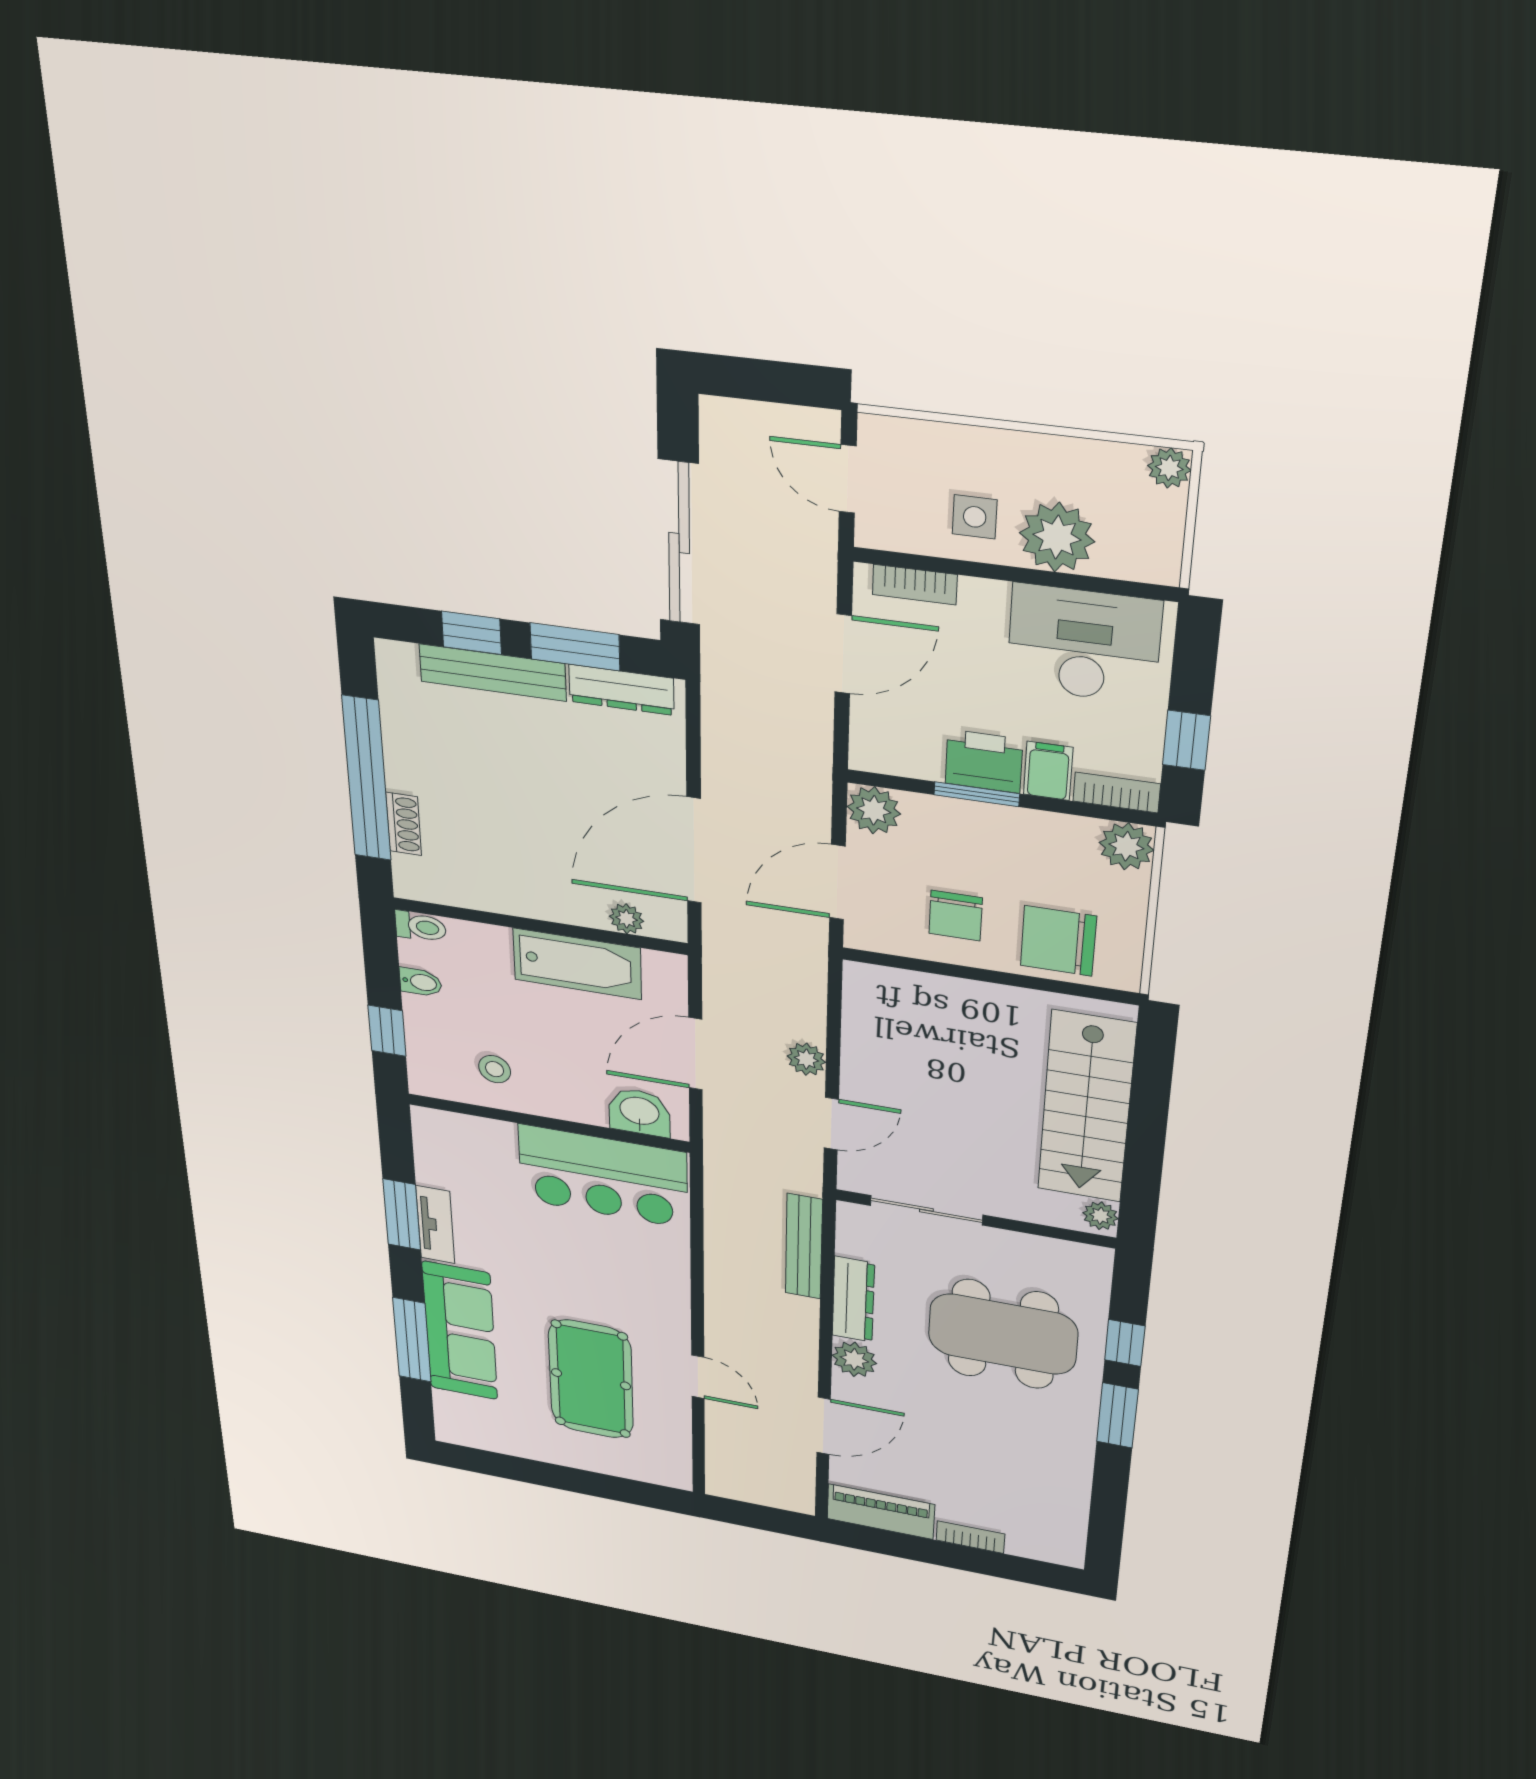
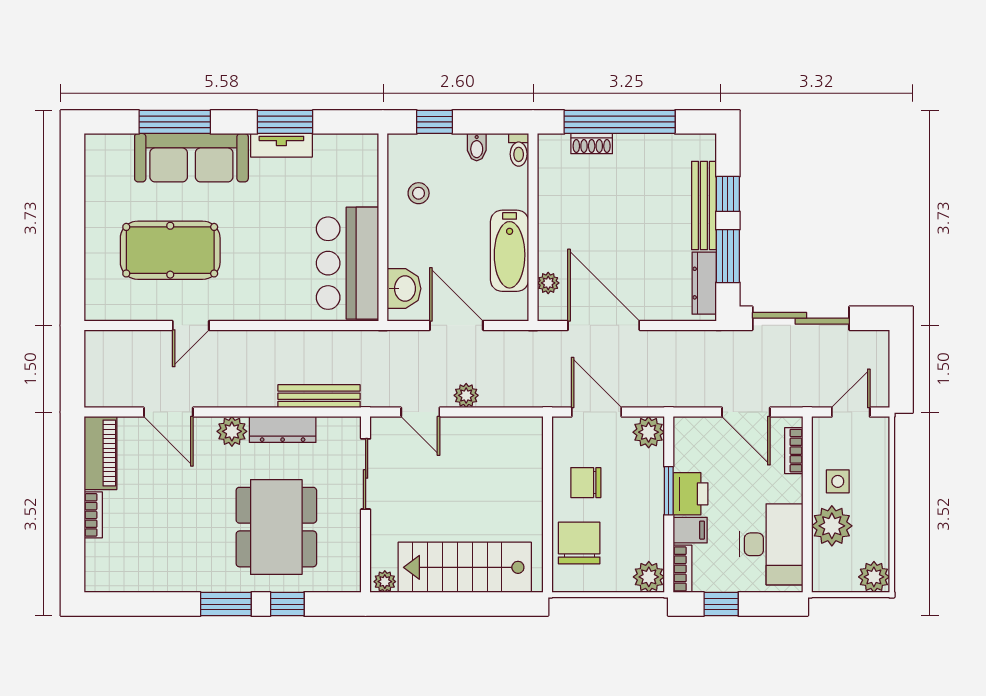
plant: (1169, 468) -> (874, 577), width x1.38, depth x1.38

